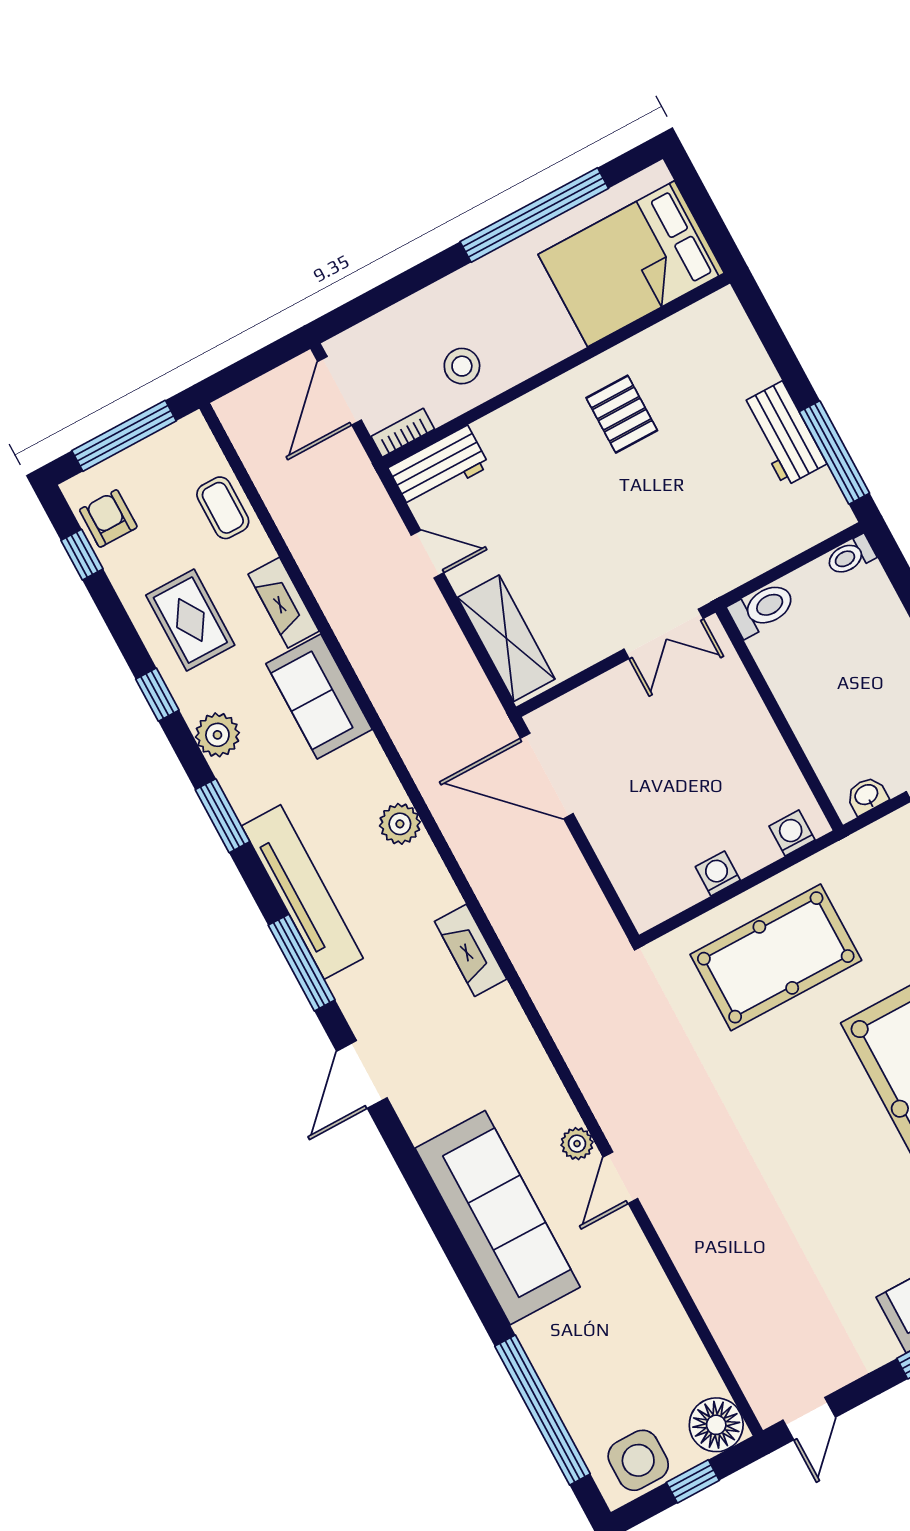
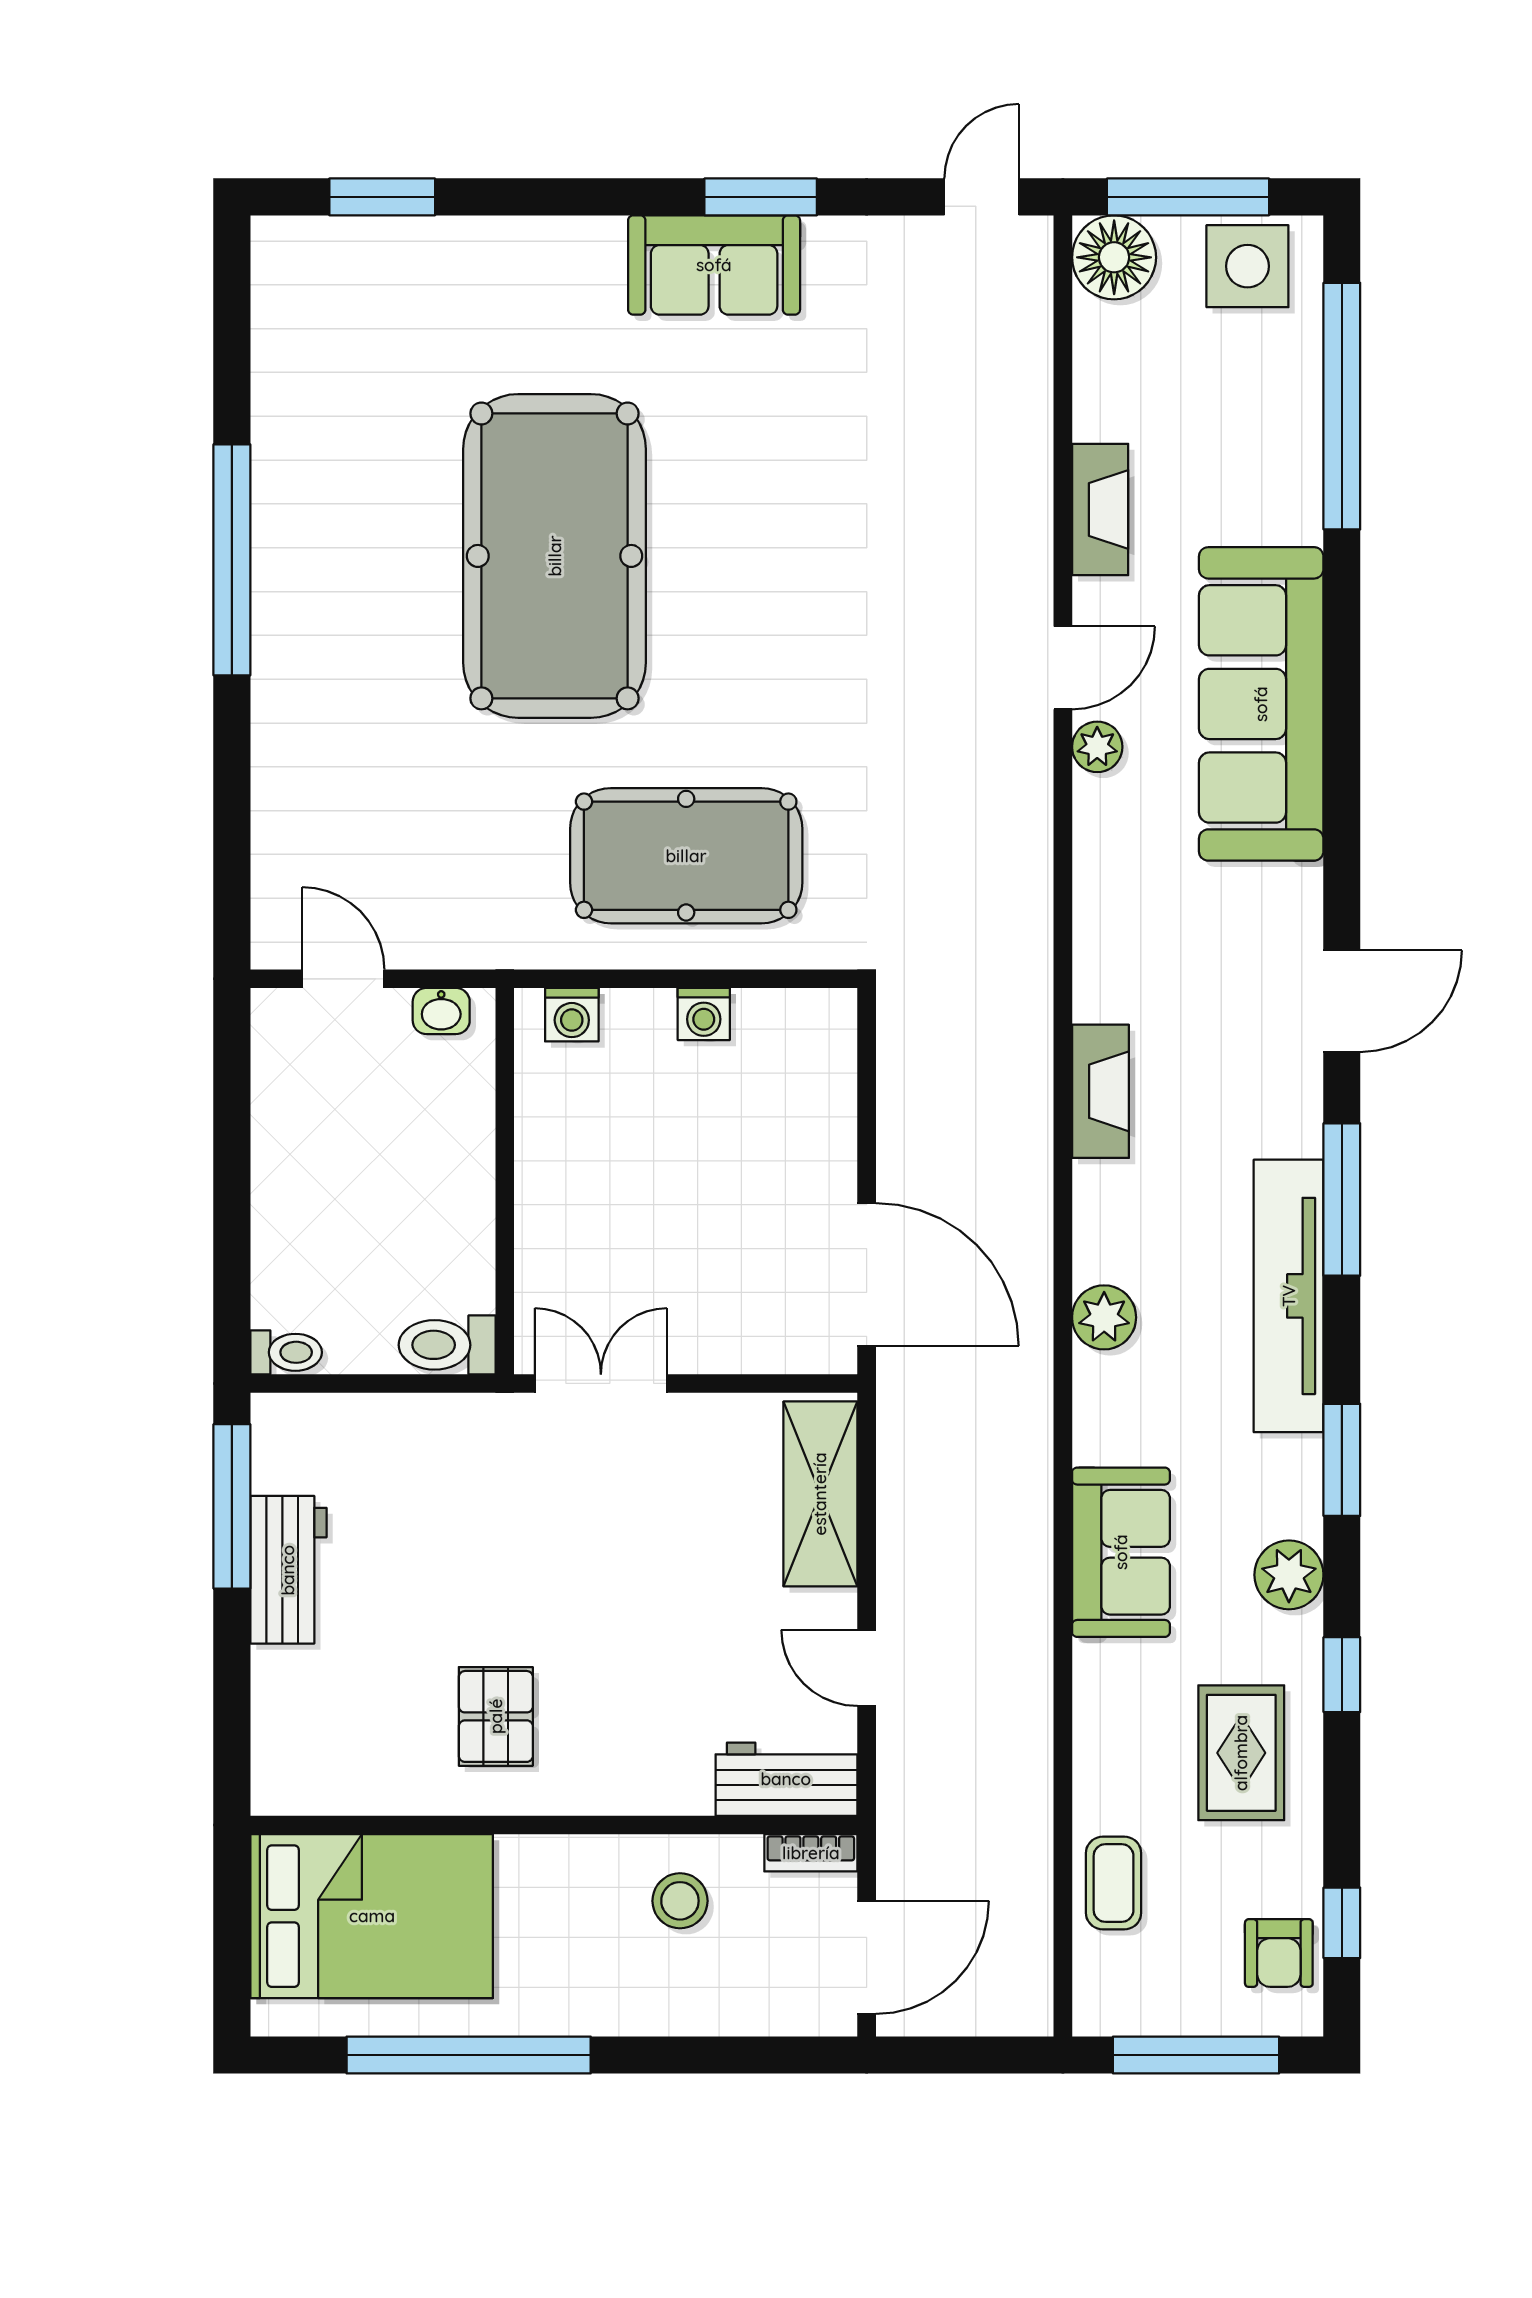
fireplace: (284, 603) -> (1100, 510), moved
window: (693, 1481) -> (1188, 197), width x2.17

